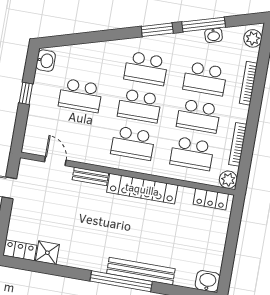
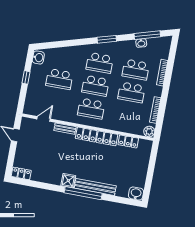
window: (204, 24) -> (147, 35), moved
plant: (253, 38) -> (165, 45), removed
school desk: (192, 153) -> (127, 115), removed
door: (55, 161) -> (44, 119), hinge flipped
locker: (211, 199) -> (128, 141), moved
shower: (47, 253) -> (68, 181), moved

